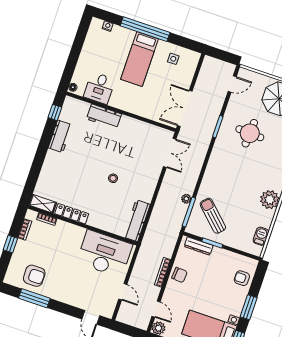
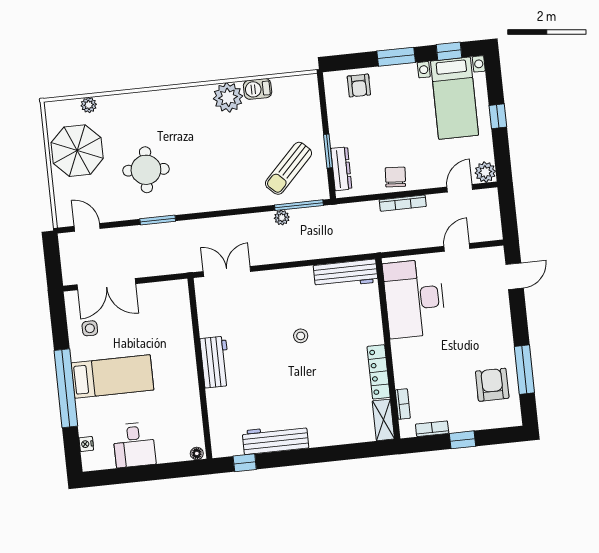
desk: (99, 88) -> (134, 445), moved, turned 90
double door: (185, 108) -> (106, 284), moved
workbench: (104, 116) -> (215, 362), moved
workbench: (60, 136) -> (275, 439), width x1.37
barbecue: (261, 236) -> (258, 89), moved

